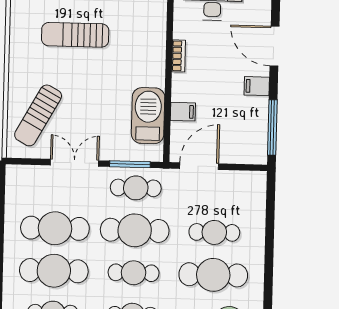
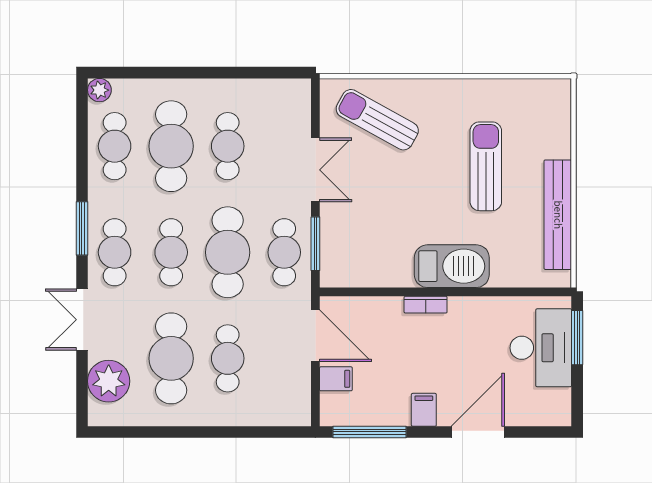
bookcase: (179, 56) -> (426, 305), moved
filing cabinet: (183, 112) -> (336, 379), moved, turned -90
barbecue: (148, 116) -> (452, 266), moved
cafe table: (55, 228) -> (228, 146), width x0.73, depth x0.74

